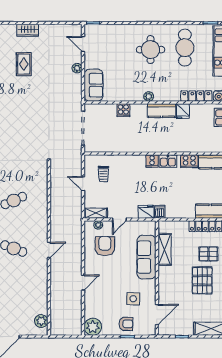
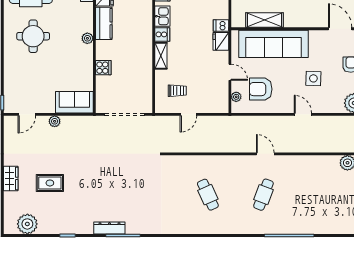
shelving: (96, 213) -> (161, 56), moved
sofa: (146, 257) -> (273, 44), width x1.36, depth x1.27
side table: (133, 299) -> (313, 78), moved

